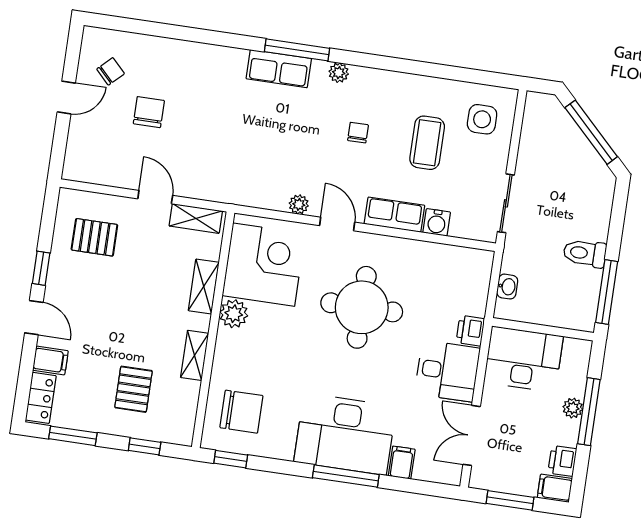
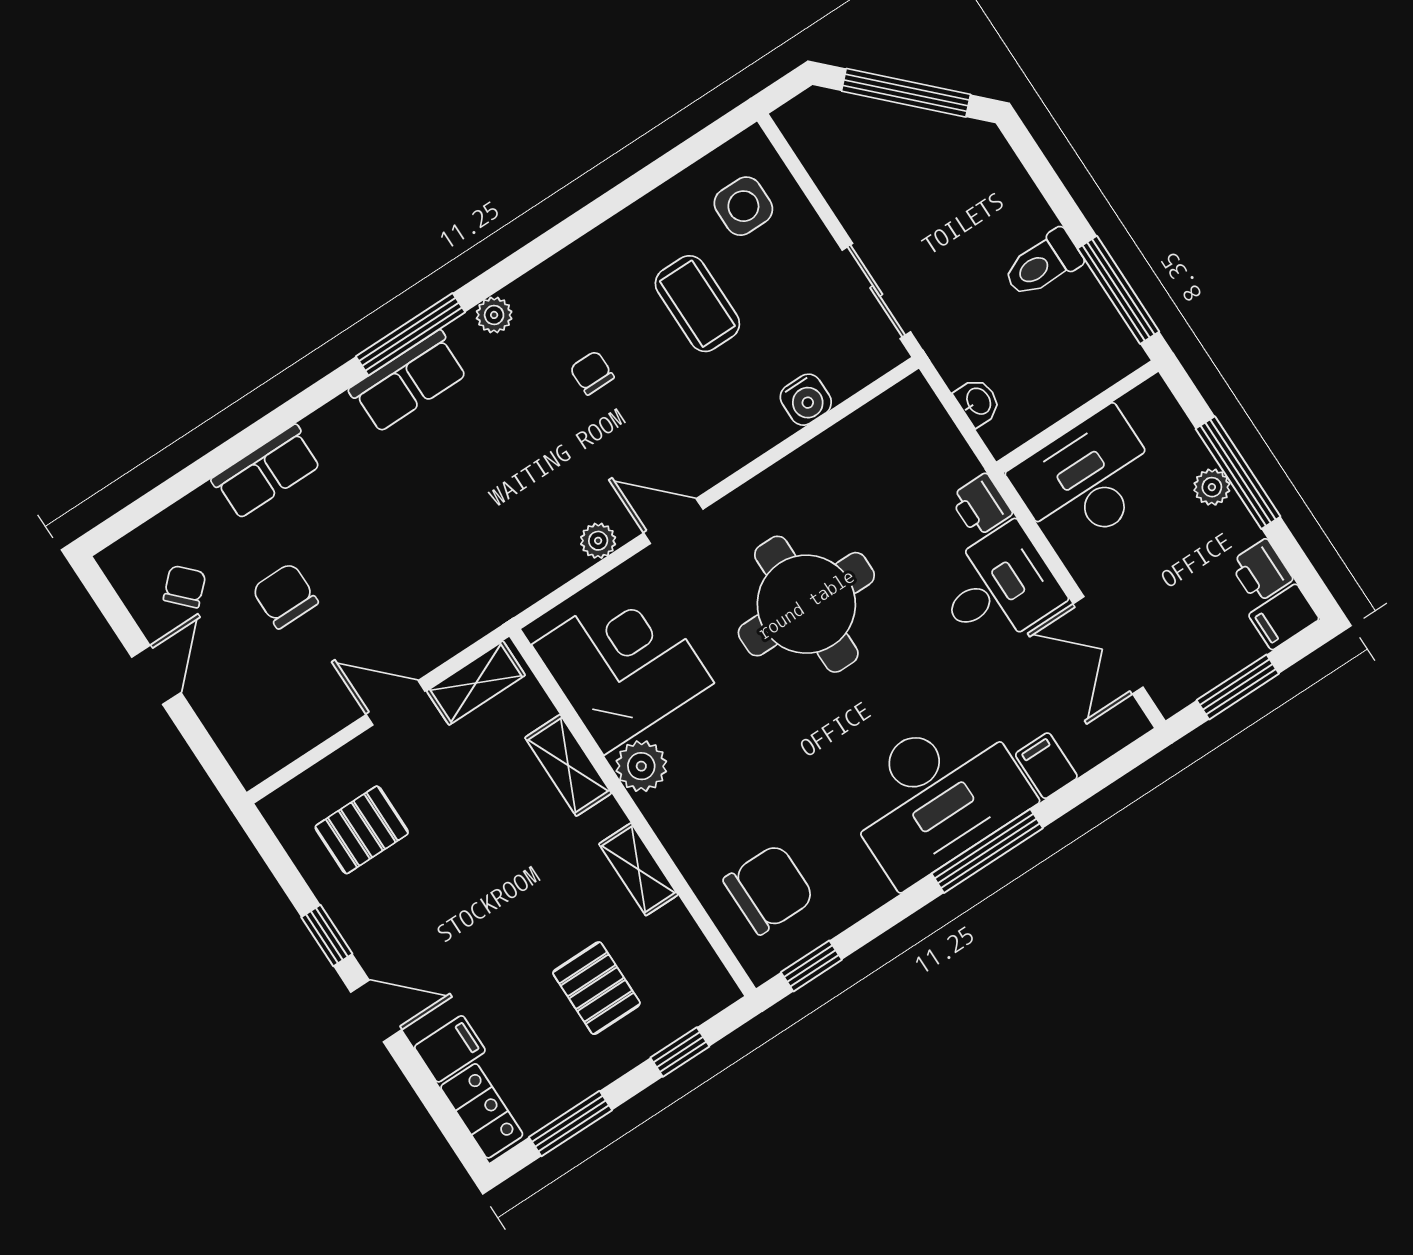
row of seats: (394, 215) -> (266, 472), moved, turned 180

